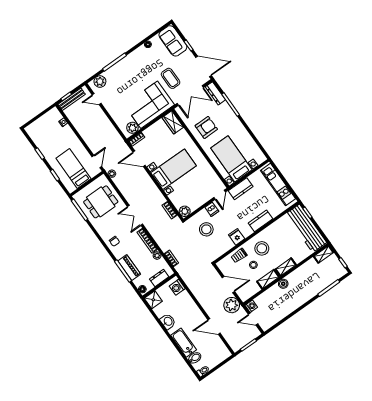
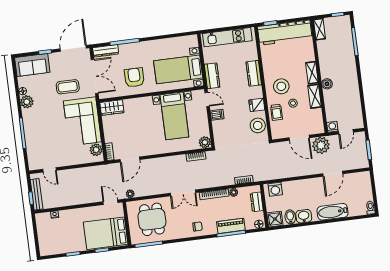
plant: (100, 81) -> (27, 102), moved
door: (97, 99) -> (49, 170), hinge flipped
bed: (73, 168) -> (106, 233), width x1.50
bed with nightstands: (174, 169) -> (174, 116), moved, turned 180
stool: (206, 229) -> (258, 125), moved
door: (228, 285) -> (299, 138), swing flipped
bidet: (195, 358) -> (290, 217), moved

